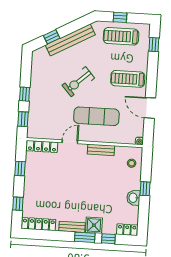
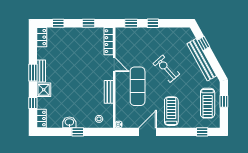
treadmill: (121, 36) -> (208, 103), turned 180
locker: (39, 224) -> (42, 37), width x0.66
window: (85, 237) -> (33, 73), moved

